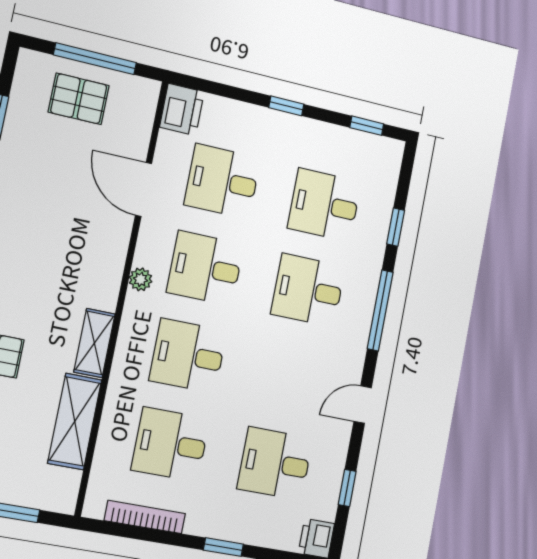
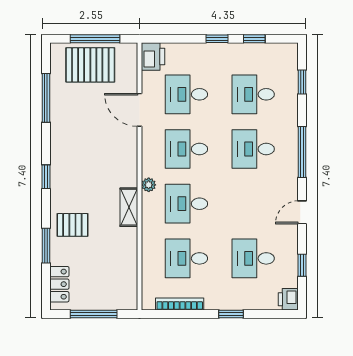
pallet: (79, 99) -> (90, 65), width x1.50, depth x1.42
window: (367, 126) -> (254, 39), moved
window: (396, 227) -> (302, 82), moved
plant: (141, 279) -> (149, 185), moved
shelving: (75, 422) -> (127, 255), removed

